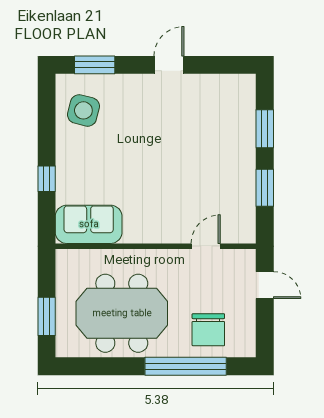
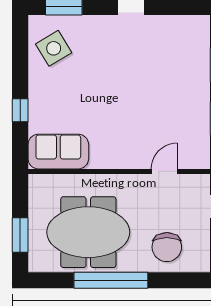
side table: (83, 110) -> (54, 48), turned 45
window: (186, 366) -> (111, 280), moved

